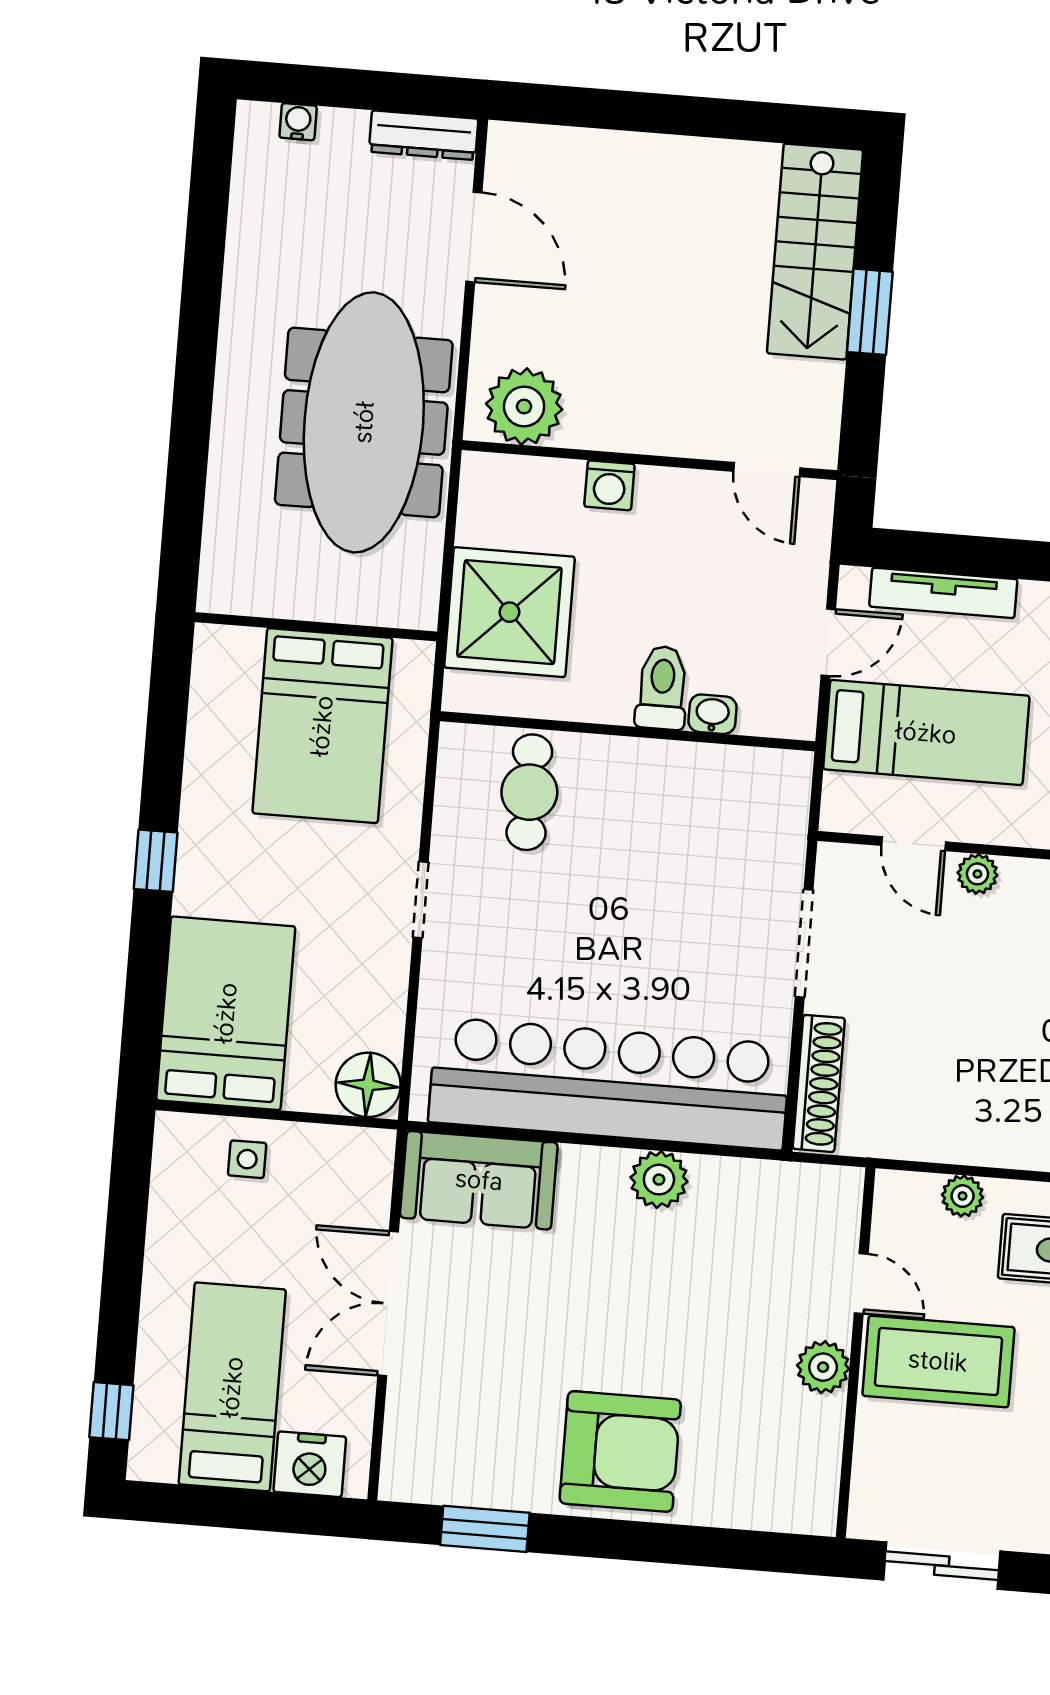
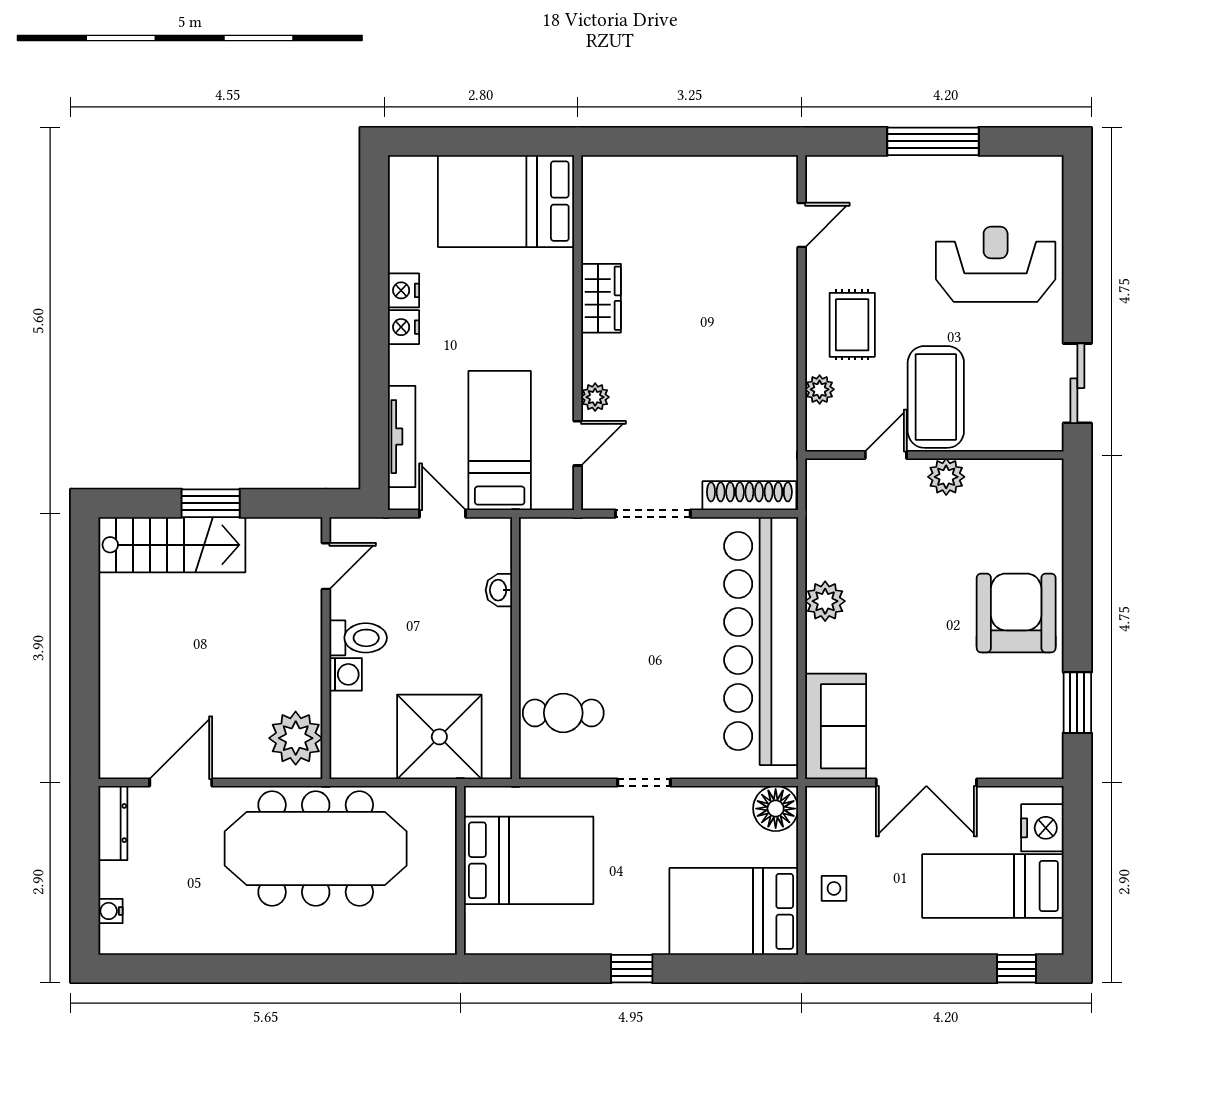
toilet: (662, 688) -> (358, 638), moved, turned 180

